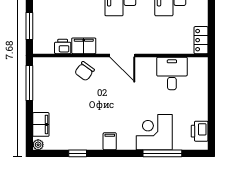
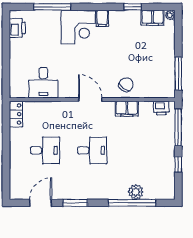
window: (29, 26) -> (178, 127), width x1.44
printer: (63, 46) -> (161, 108), moved
filing cabinet: (41, 124) -> (153, 18), moved, turned -90
corner desk: (154, 132) -> (78, 27), moved

